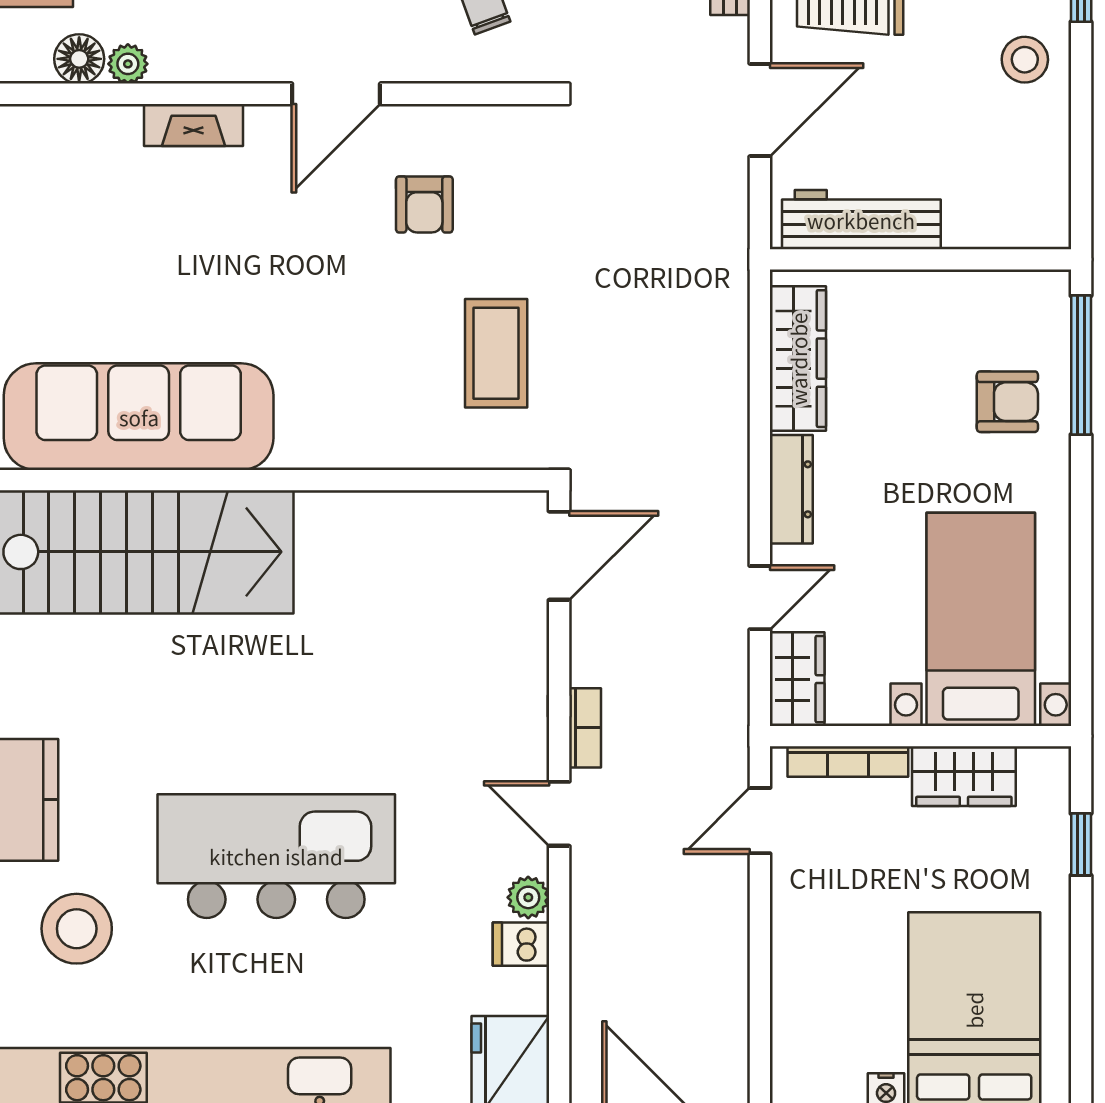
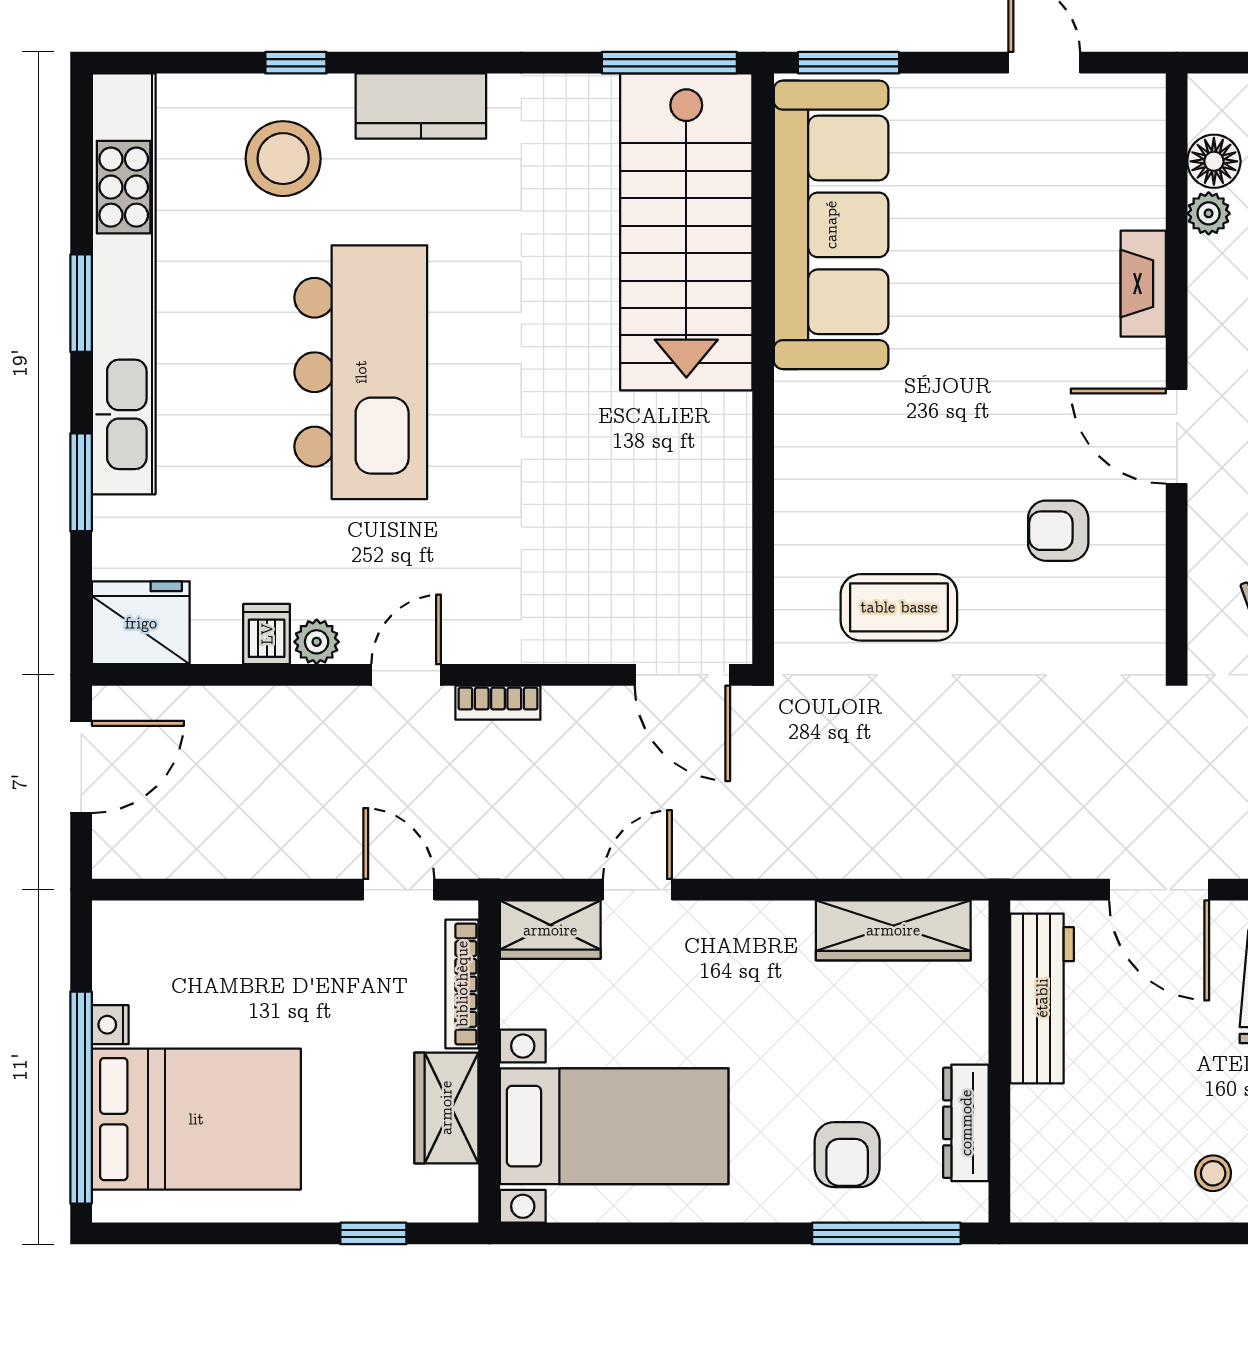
stool: (1025, 60) -> (1213, 1173), width x0.73, depth x0.73
dresser: (791, 489) -> (966, 1123), moved, turned 90
door: (760, 598) -> (637, 890), swing flipped

